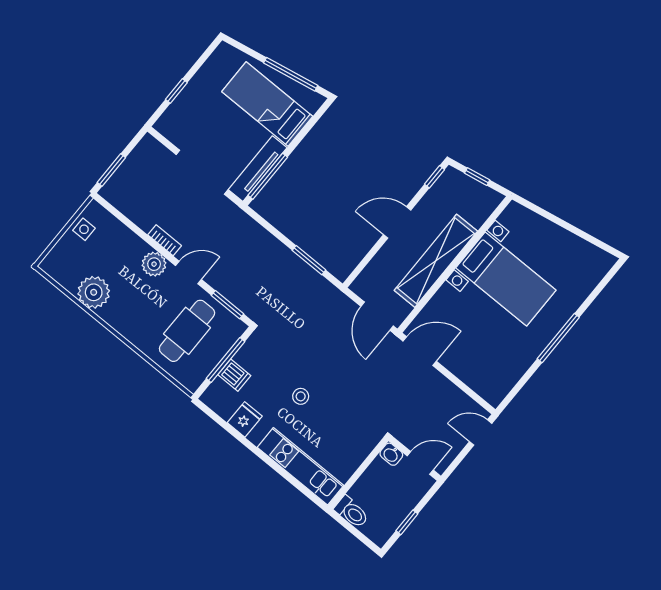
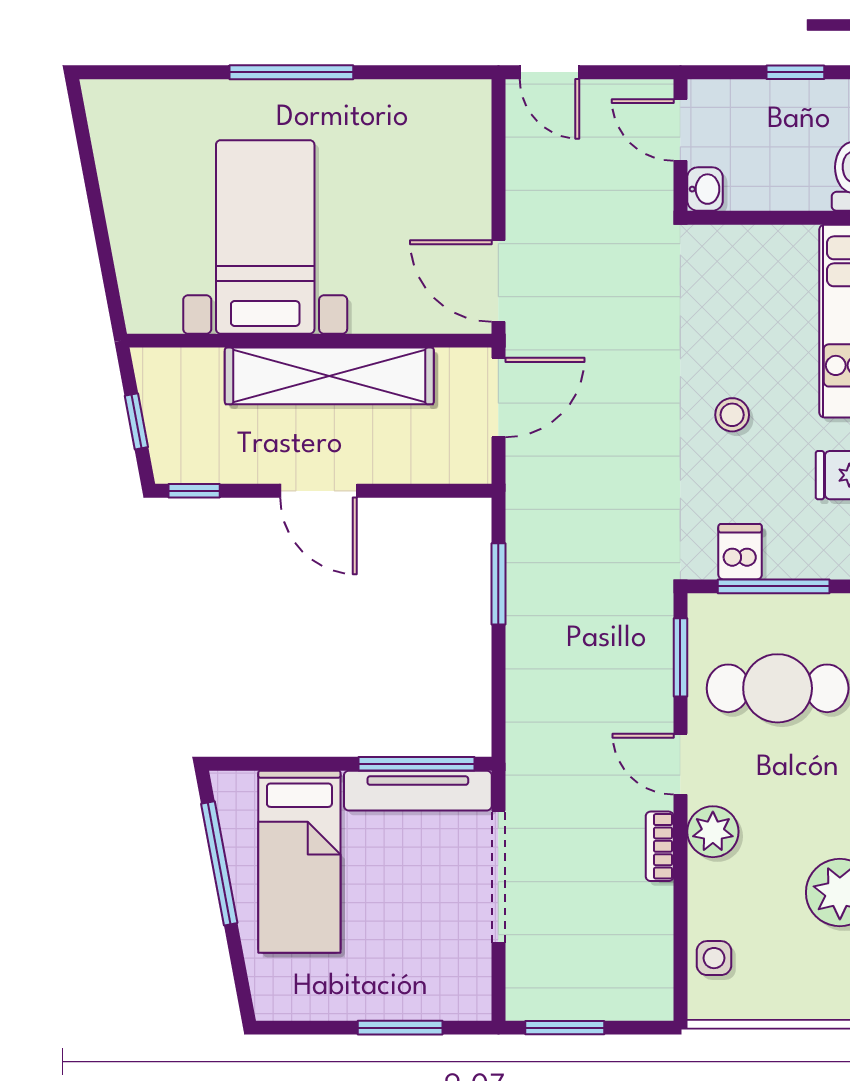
window: (176, 91) -> (400, 1028), width x1.50
window: (111, 170) -> (565, 1028), moved
side table: (84, 229) -> (714, 958), moved
dishwasher: (234, 375) -> (740, 552), moved

